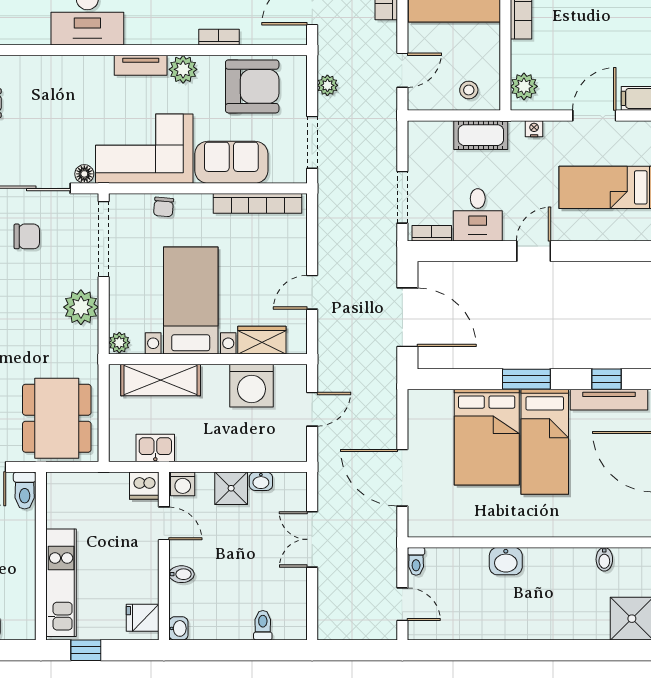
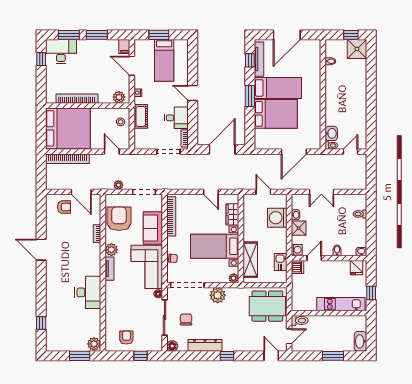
washing machine: (252, 386) -> (277, 218), moved, turned 180
washbasin: (506, 561) -> (331, 133), moved

